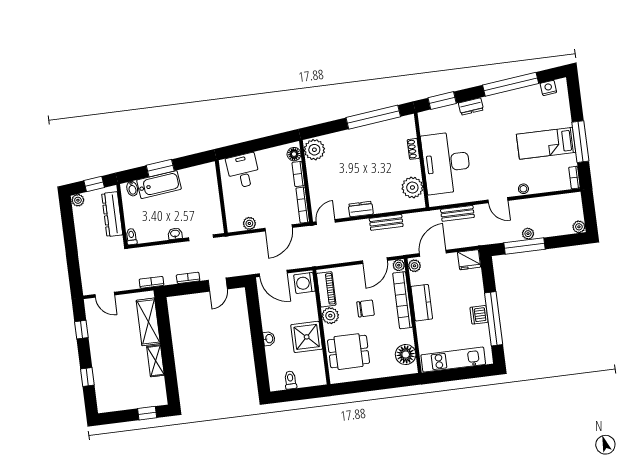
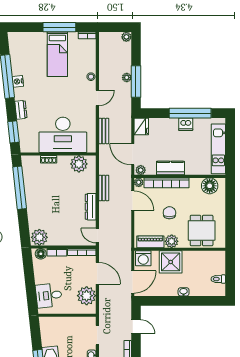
nightstand: (548, 88) -> (18, 81), moved
dresser: (361, 209) -> (91, 207), width x1.44
plant: (249, 223) -> (87, 296), width x1.87, depth x1.87
shower: (307, 337) -> (171, 262), moved

